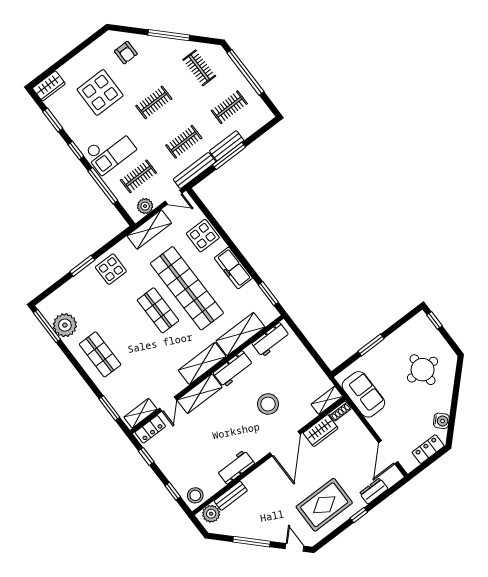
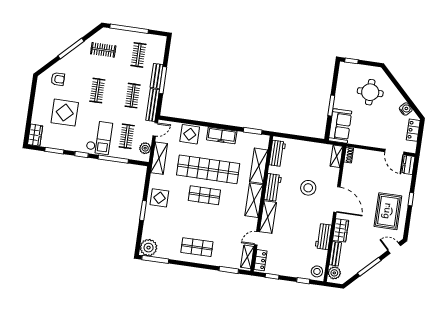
plant: (65, 325) -> (149, 248), moved
sofa: (363, 394) -> (340, 126), moved, turned 90
door: (168, 404) -> (257, 238), swing flipped
wardrobe: (321, 431) -> (341, 230), moved
dresser: (374, 491) -> (408, 165), moved

